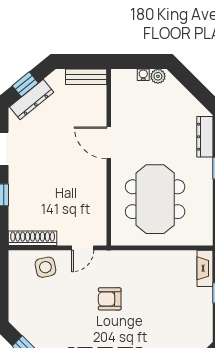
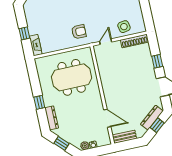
window: (197, 89) -> (62, 143), added
door: (109, 143) -> (107, 118), moved
meeting table: (155, 199) -> (72, 77), turned 90
armchair: (110, 299) -> (79, 32), moved

